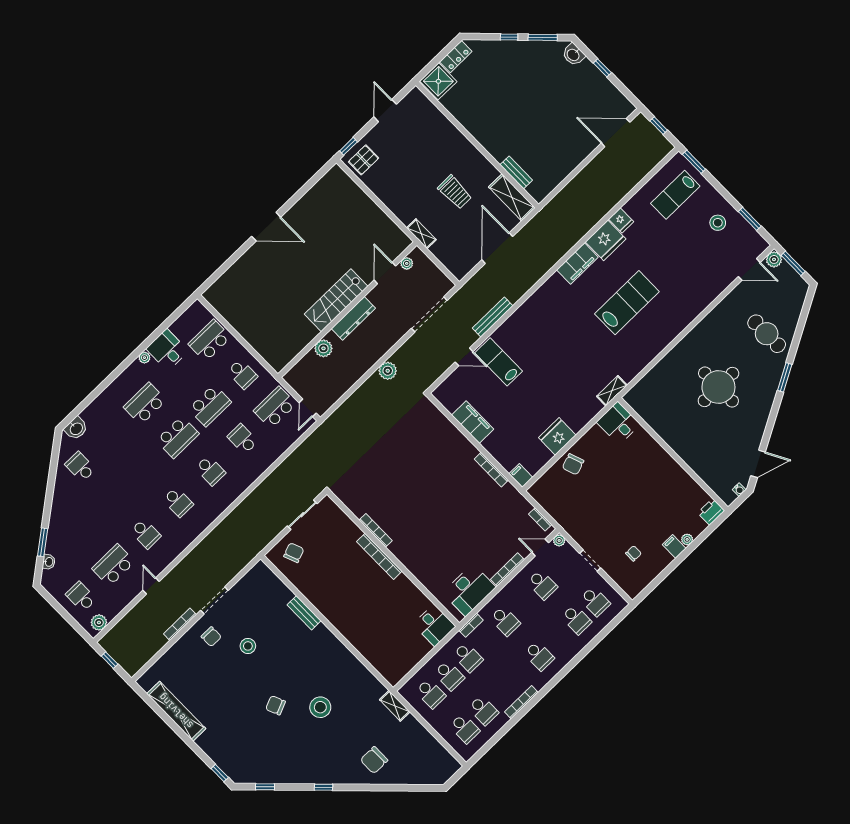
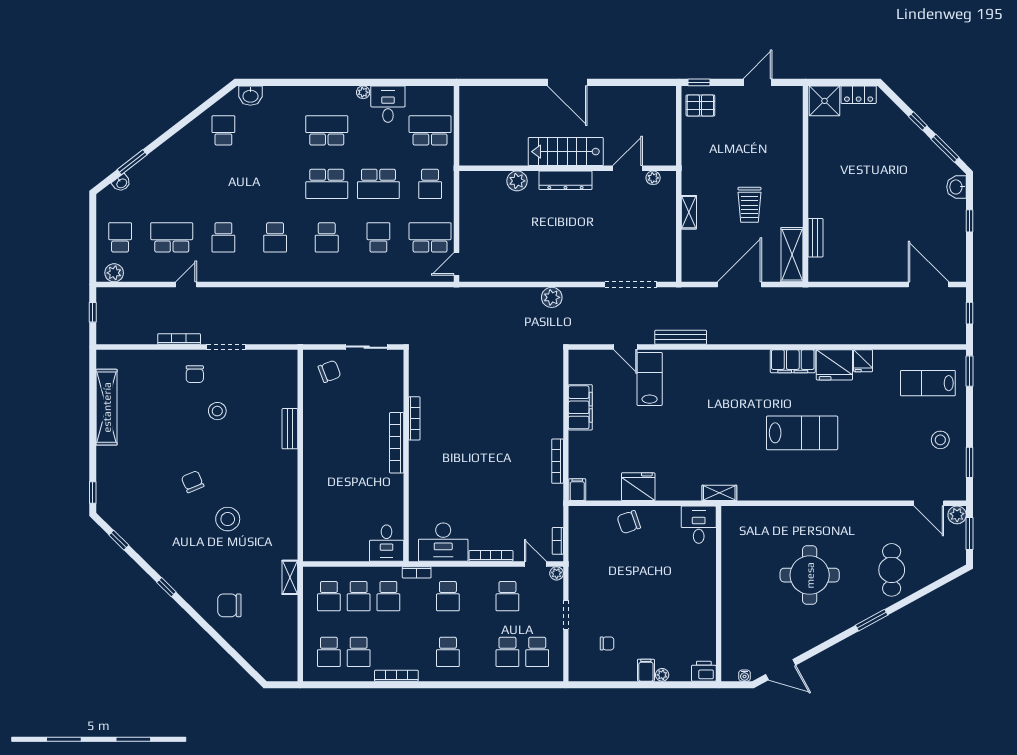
plant: (407, 263) -> (653, 178), moved
door: (385, 273) -> (628, 168), moved
stairs: (336, 300) -> (566, 152), moved
wall: (347, 310) -> (568, 168), moved
dresser: (353, 318) -> (565, 180), moved
plant: (323, 348) -> (517, 181), moved

